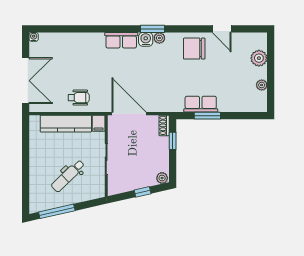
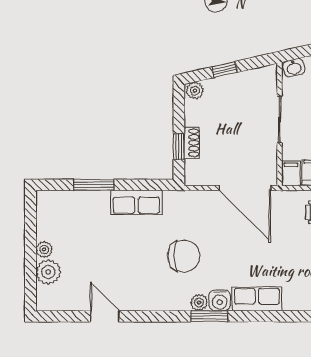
chair: (194, 49) -> (184, 256), moved
plant: (262, 85) -> (44, 249), moved
window: (207, 116) -> (94, 185), moved
shoe rack: (164, 125) -> (192, 143), moved
washbasin: (97, 193) -> (294, 68), added

